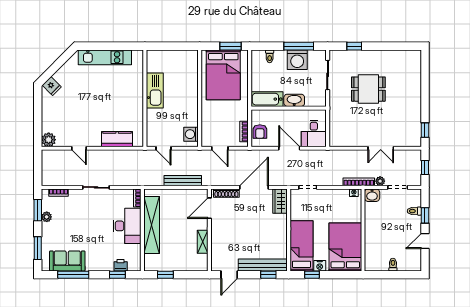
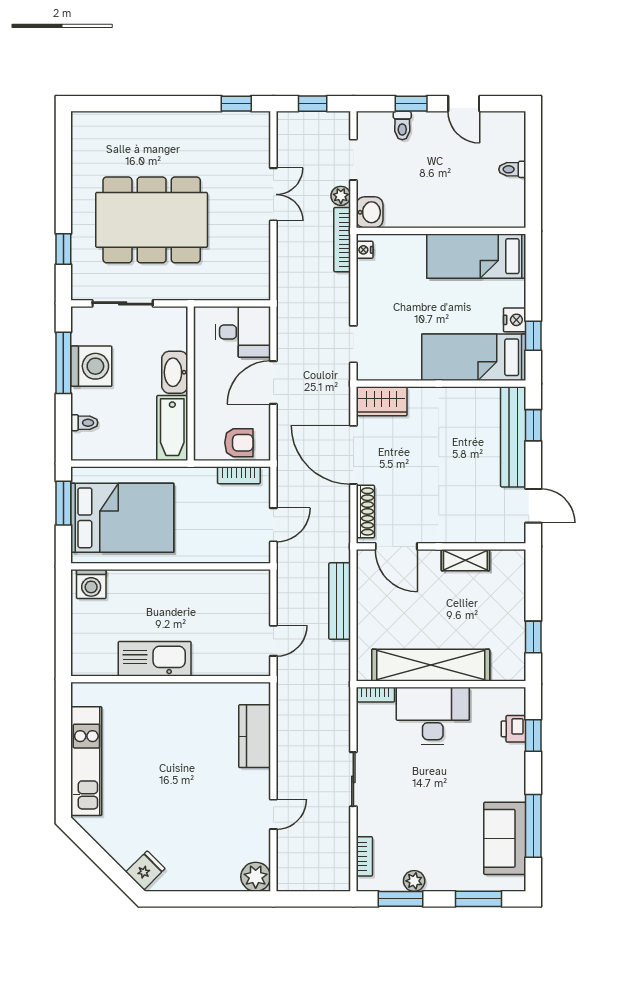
dining table: (368, 89) -> (152, 220), width x1.87, depth x1.24
washing machine: (191, 134) -> (91, 584), moved
bed: (345, 247) -> (476, 256), width x0.67

